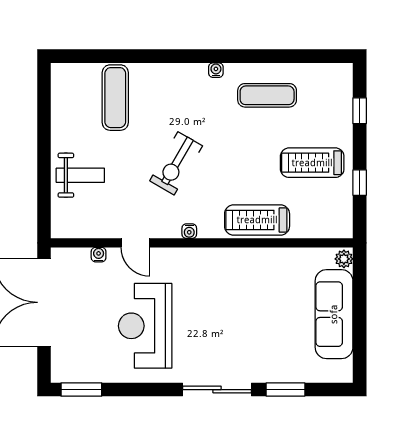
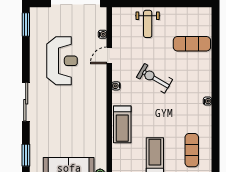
exercise mat: (267, 95) -> (192, 150), moved
treadmill: (257, 220) -> (122, 124), turned 180
reception desk: (145, 326) -> (62, 61), turned 90
window: (285, 390) -> (26, 155), moved

